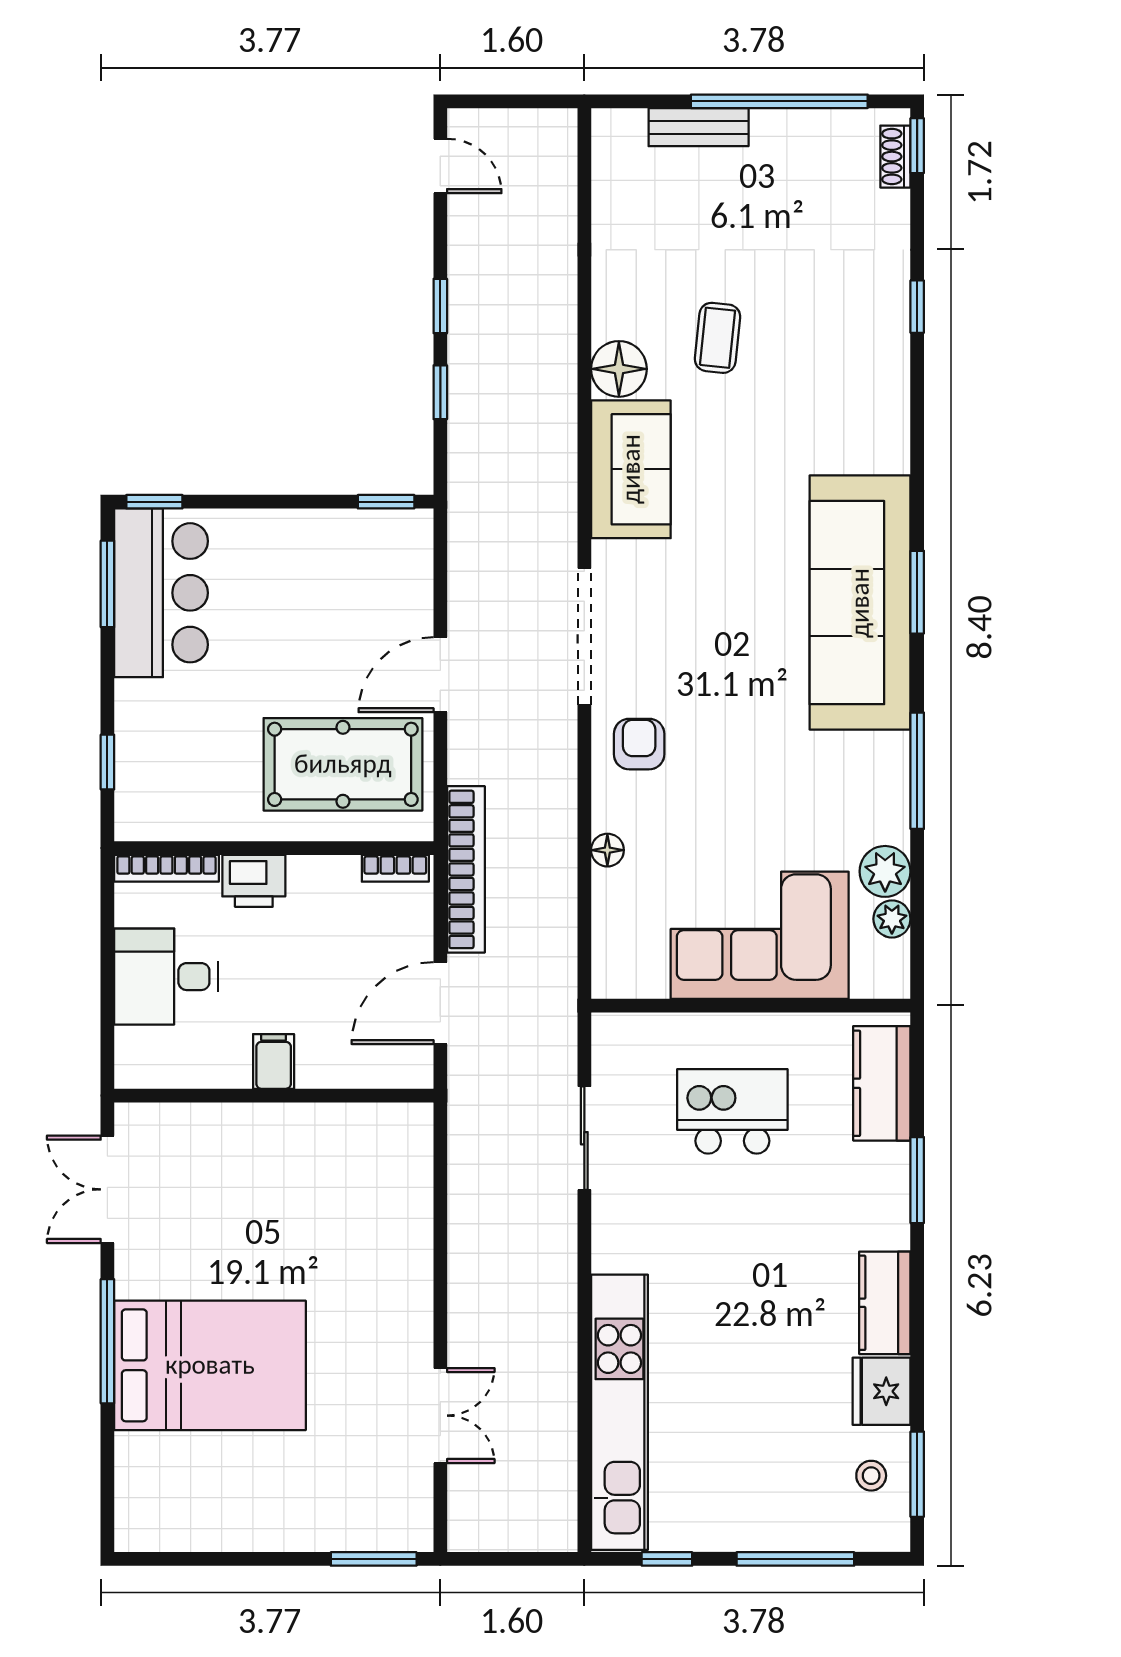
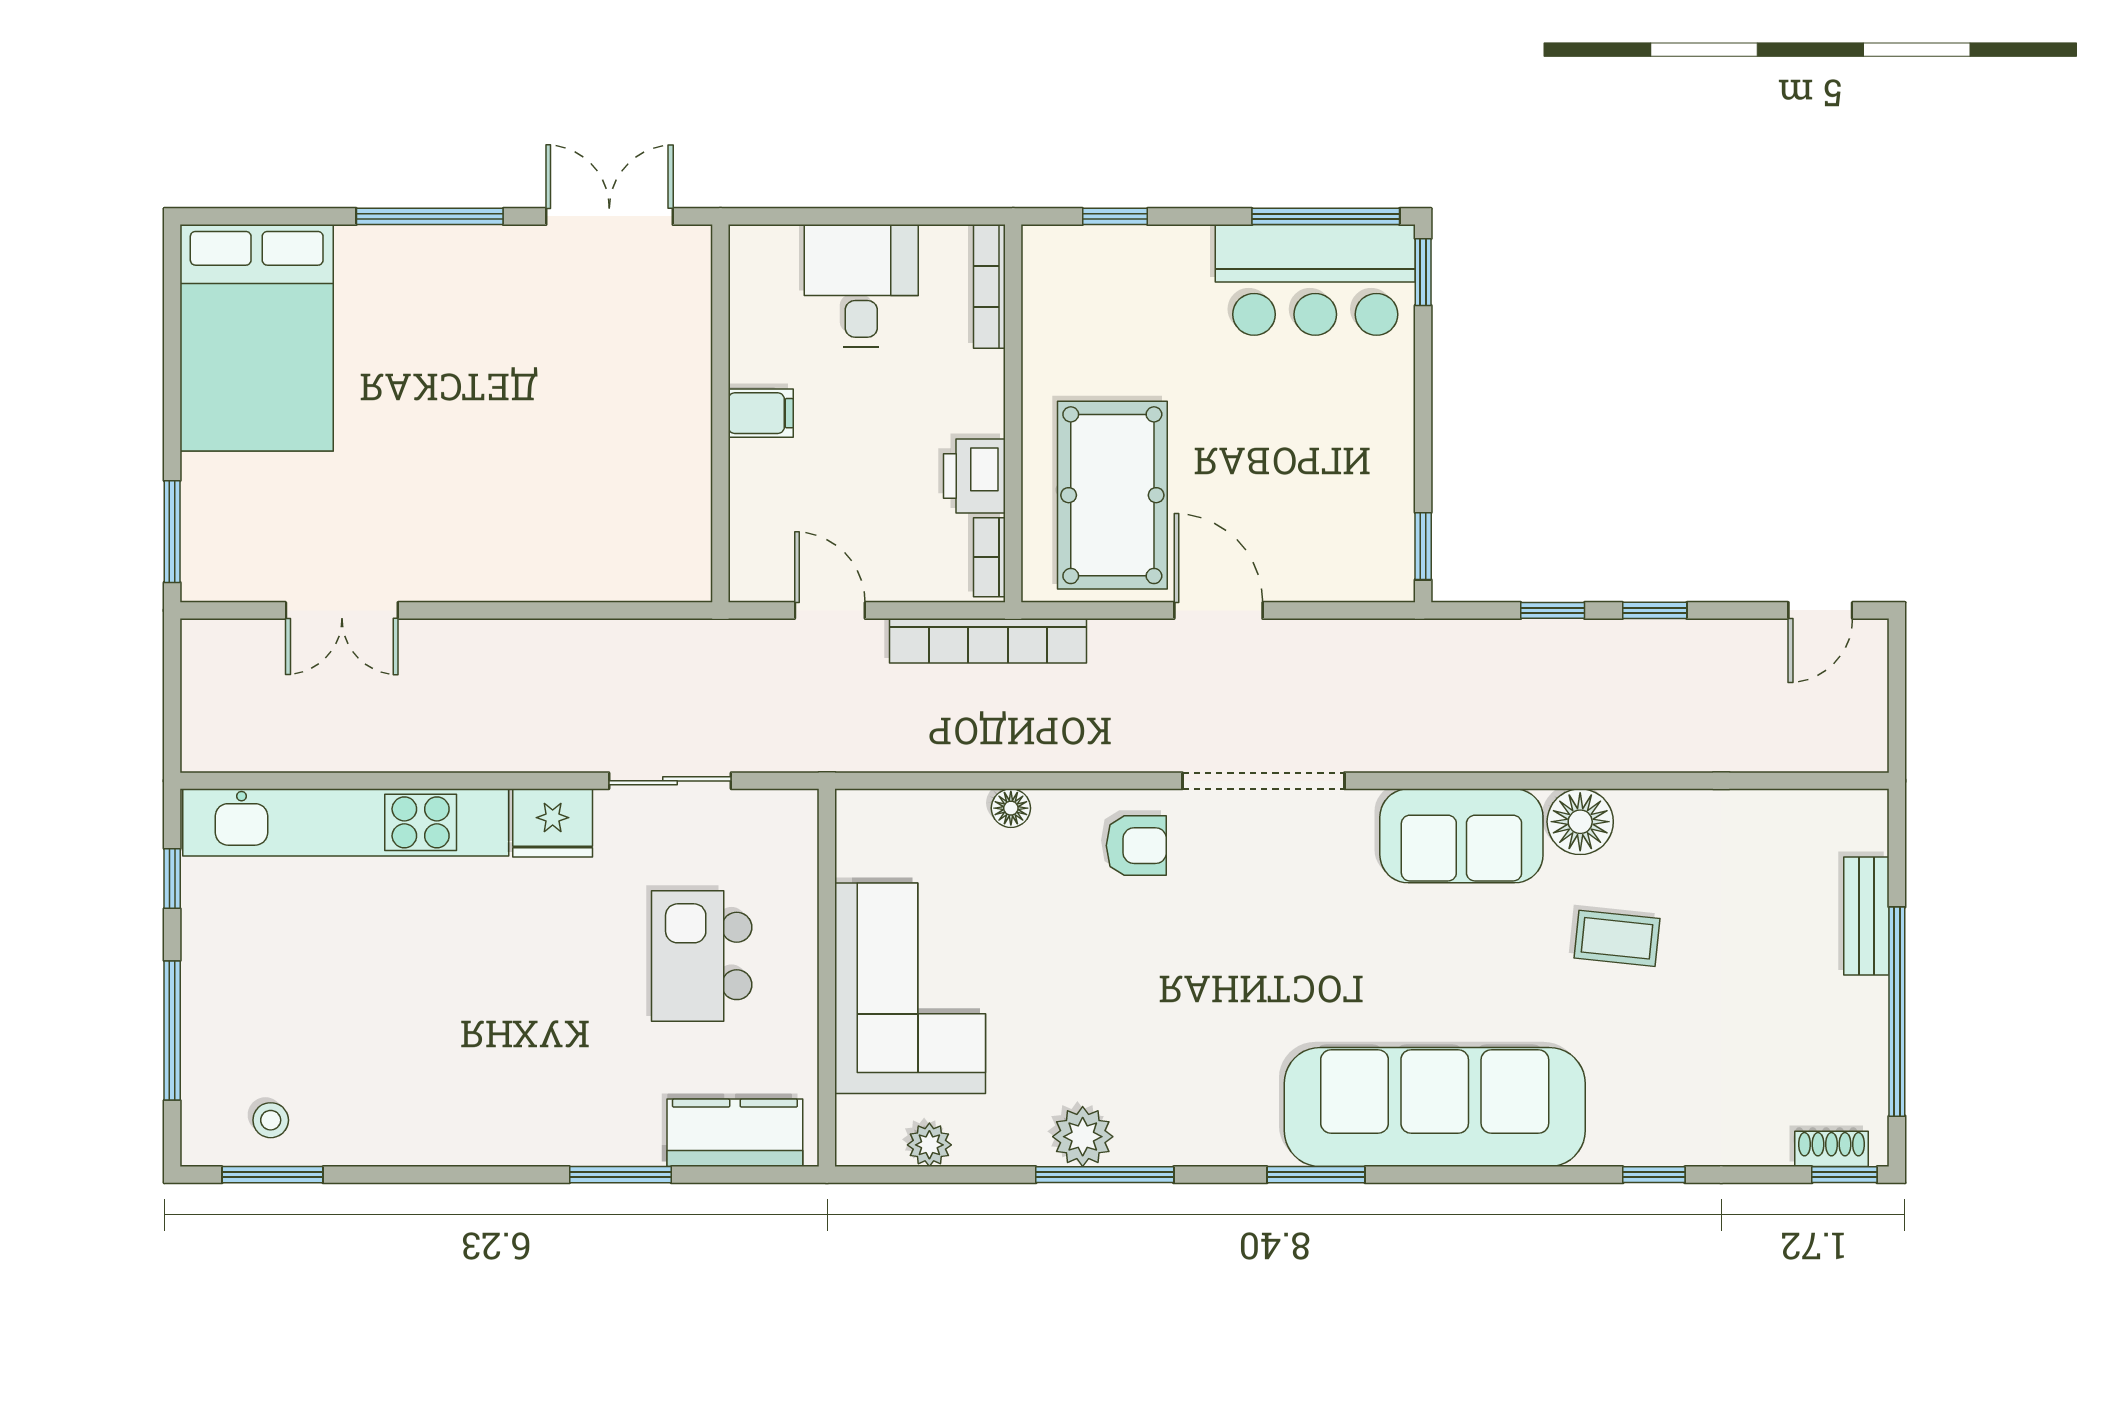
window: (107, 584) -> (1326, 216), width x1.44
sofa: (860, 603) -> (1435, 1107), moved
plant: (885, 871) -> (1083, 1137), moved
printer: (254, 881) -> (974, 476), moved
door: (440, 1003) -> (830, 610), width x0.73
kitchen island: (732, 1111) -> (702, 956), turned 180
kitchen counter: (885, 1303) -> (475, 1136), removed
bed: (210, 1365) -> (257, 338), moved
fridge: (882, 1391) -> (553, 823), moved, turned 180

